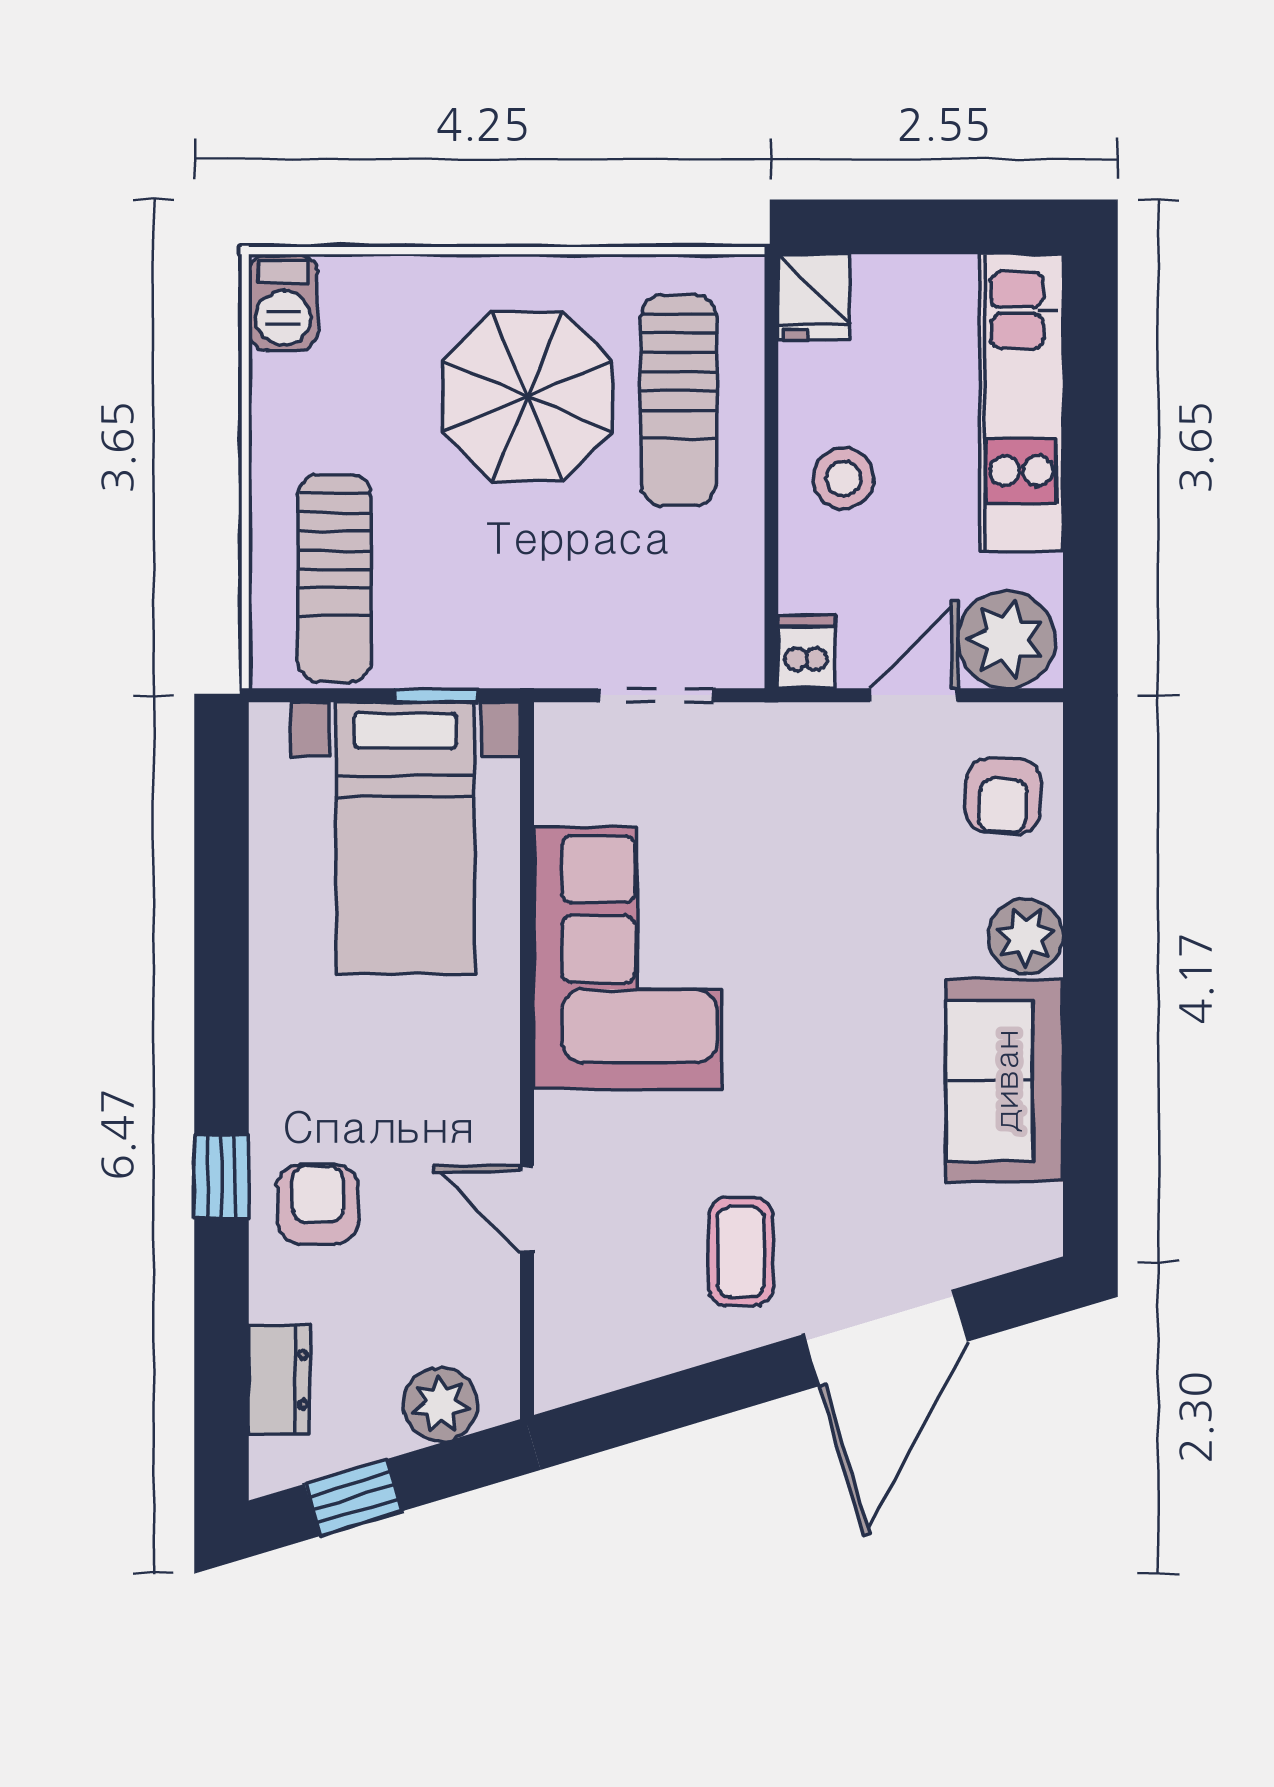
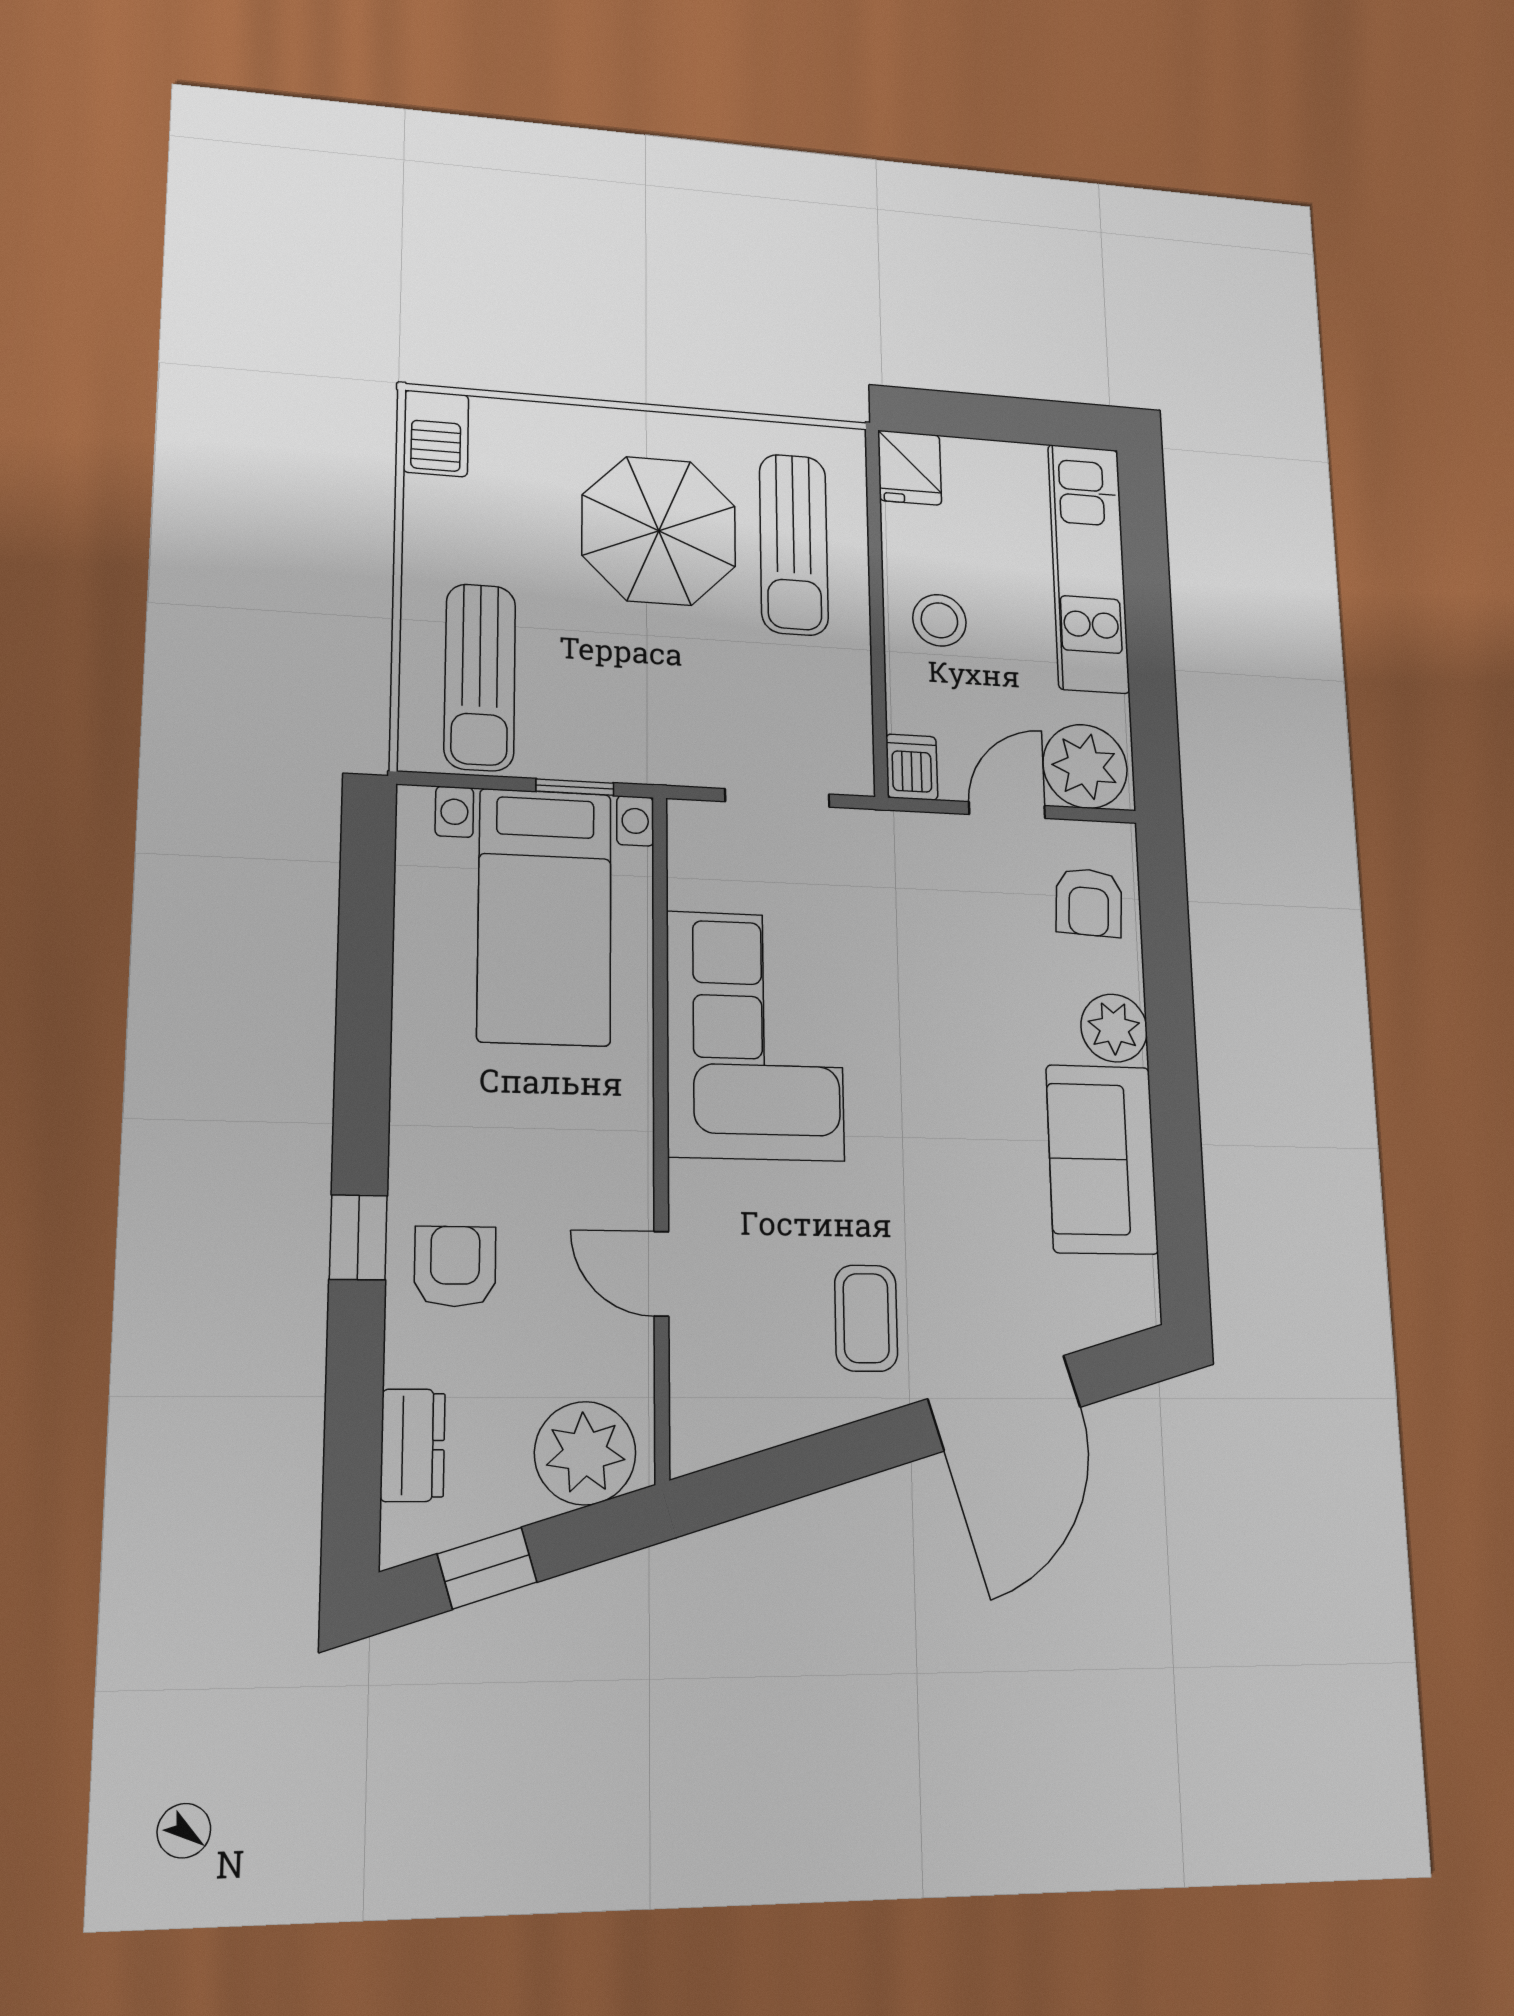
plant: (440, 1404) -> (585, 1453), width x1.36, depth x1.36

